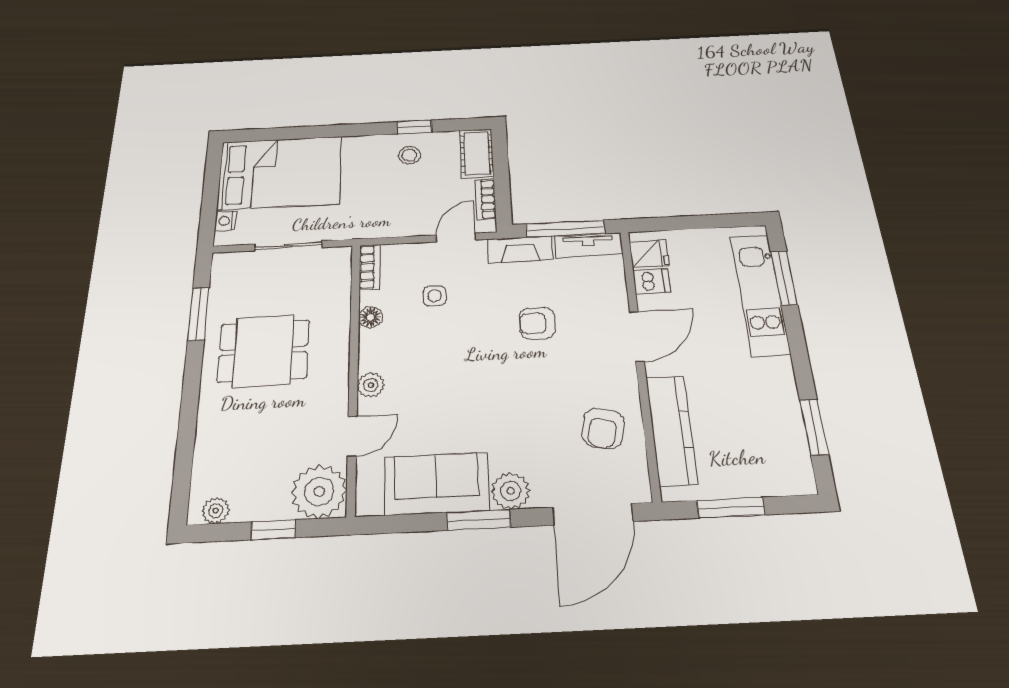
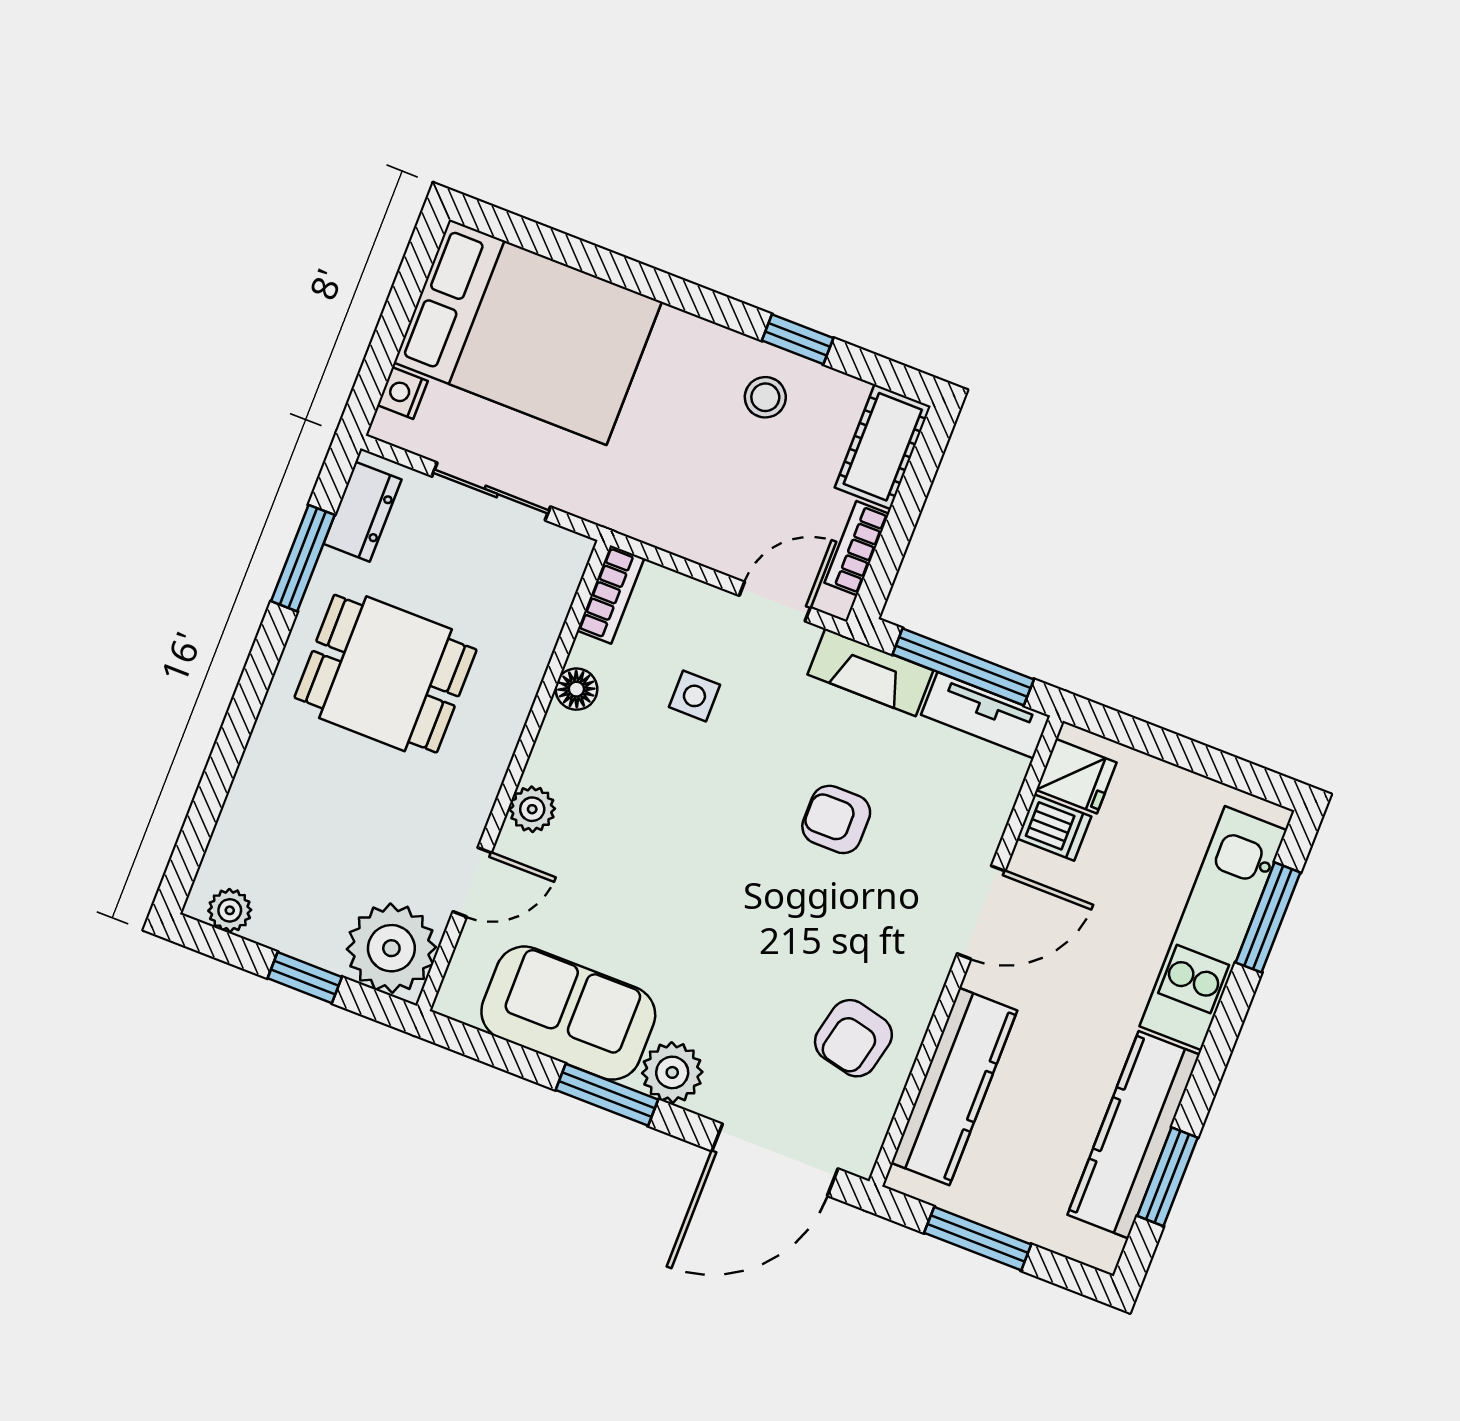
dresser: (223, 280) -> (362, 512), added
kitchen counter: (782, 413) -> (1134, 1135), added

